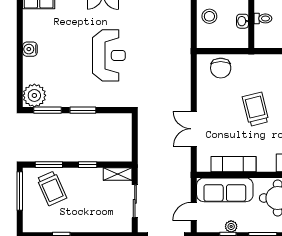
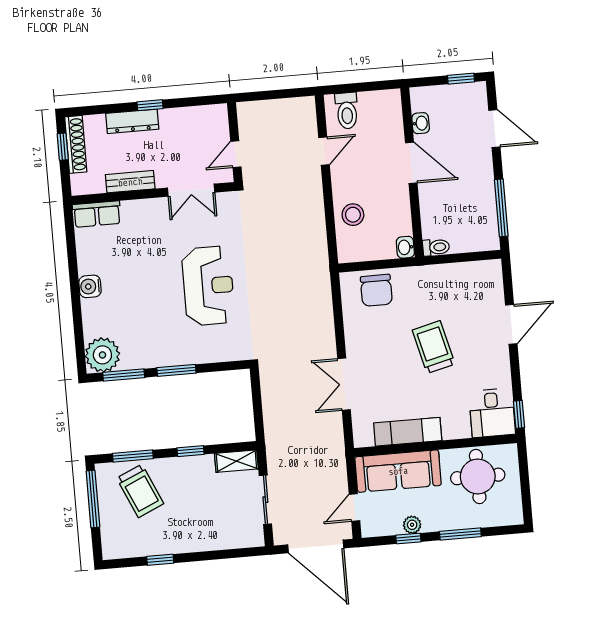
toilet: (263, 18) -> (436, 247), moved
washbasin: (243, 21) -> (405, 247), moved

